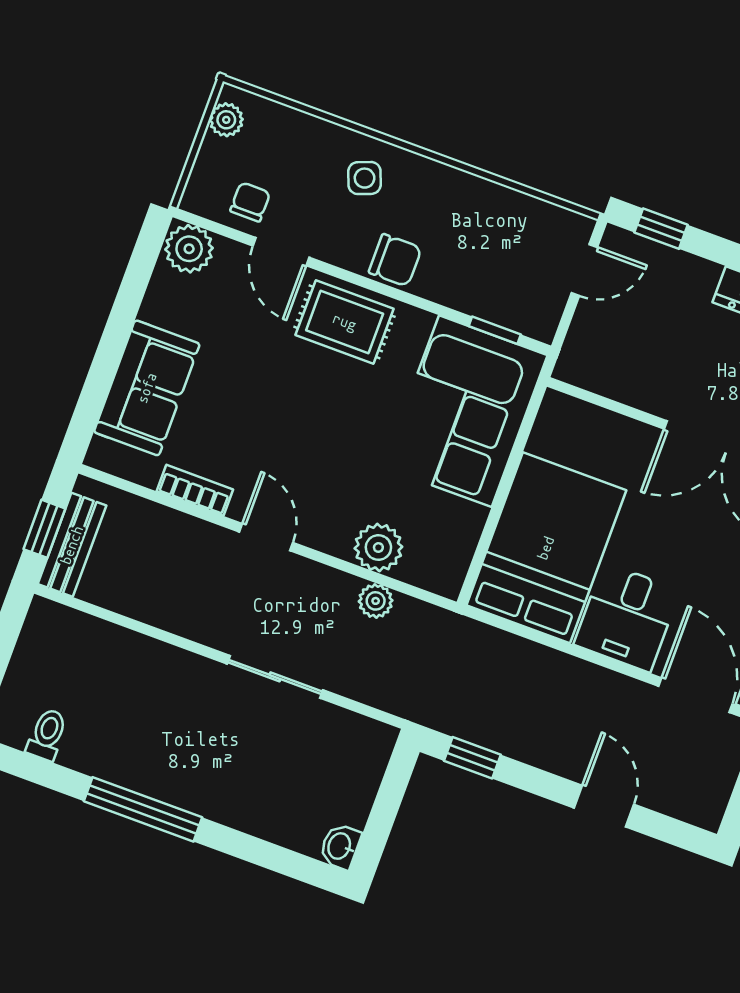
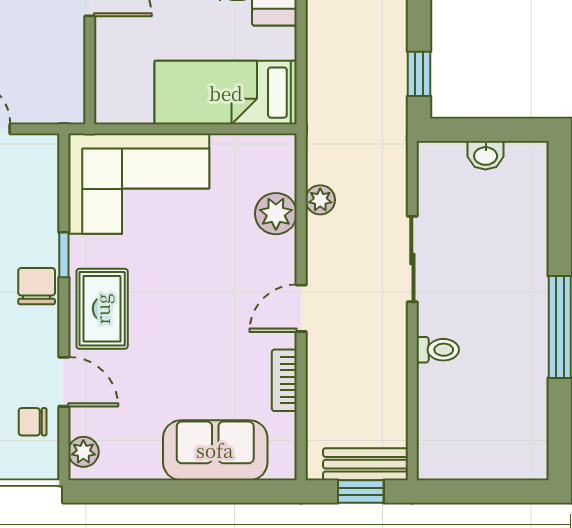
plant: (189, 249) -> (83, 452), width x0.73, depth x0.73
door: (281, 252) -> (64, 382), hinge flipped
window: (495, 330) -> (64, 255), moved
bed: (546, 548) -> (226, 93), width x0.67
toilet: (47, 735) -> (438, 350), moved, turned 180
washbasin: (340, 846) -> (486, 155), moved

